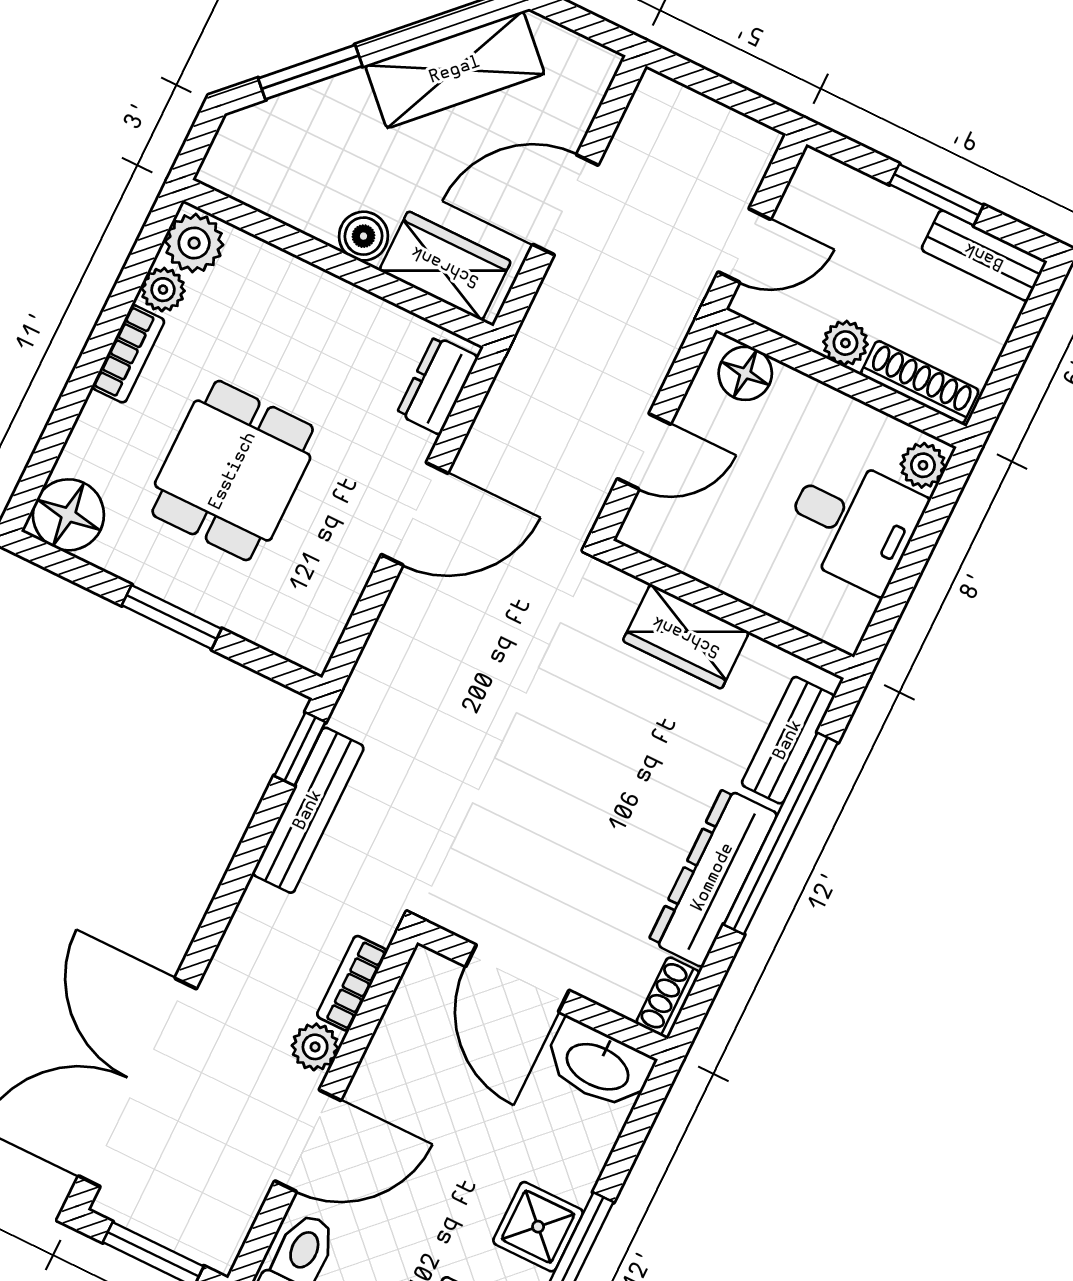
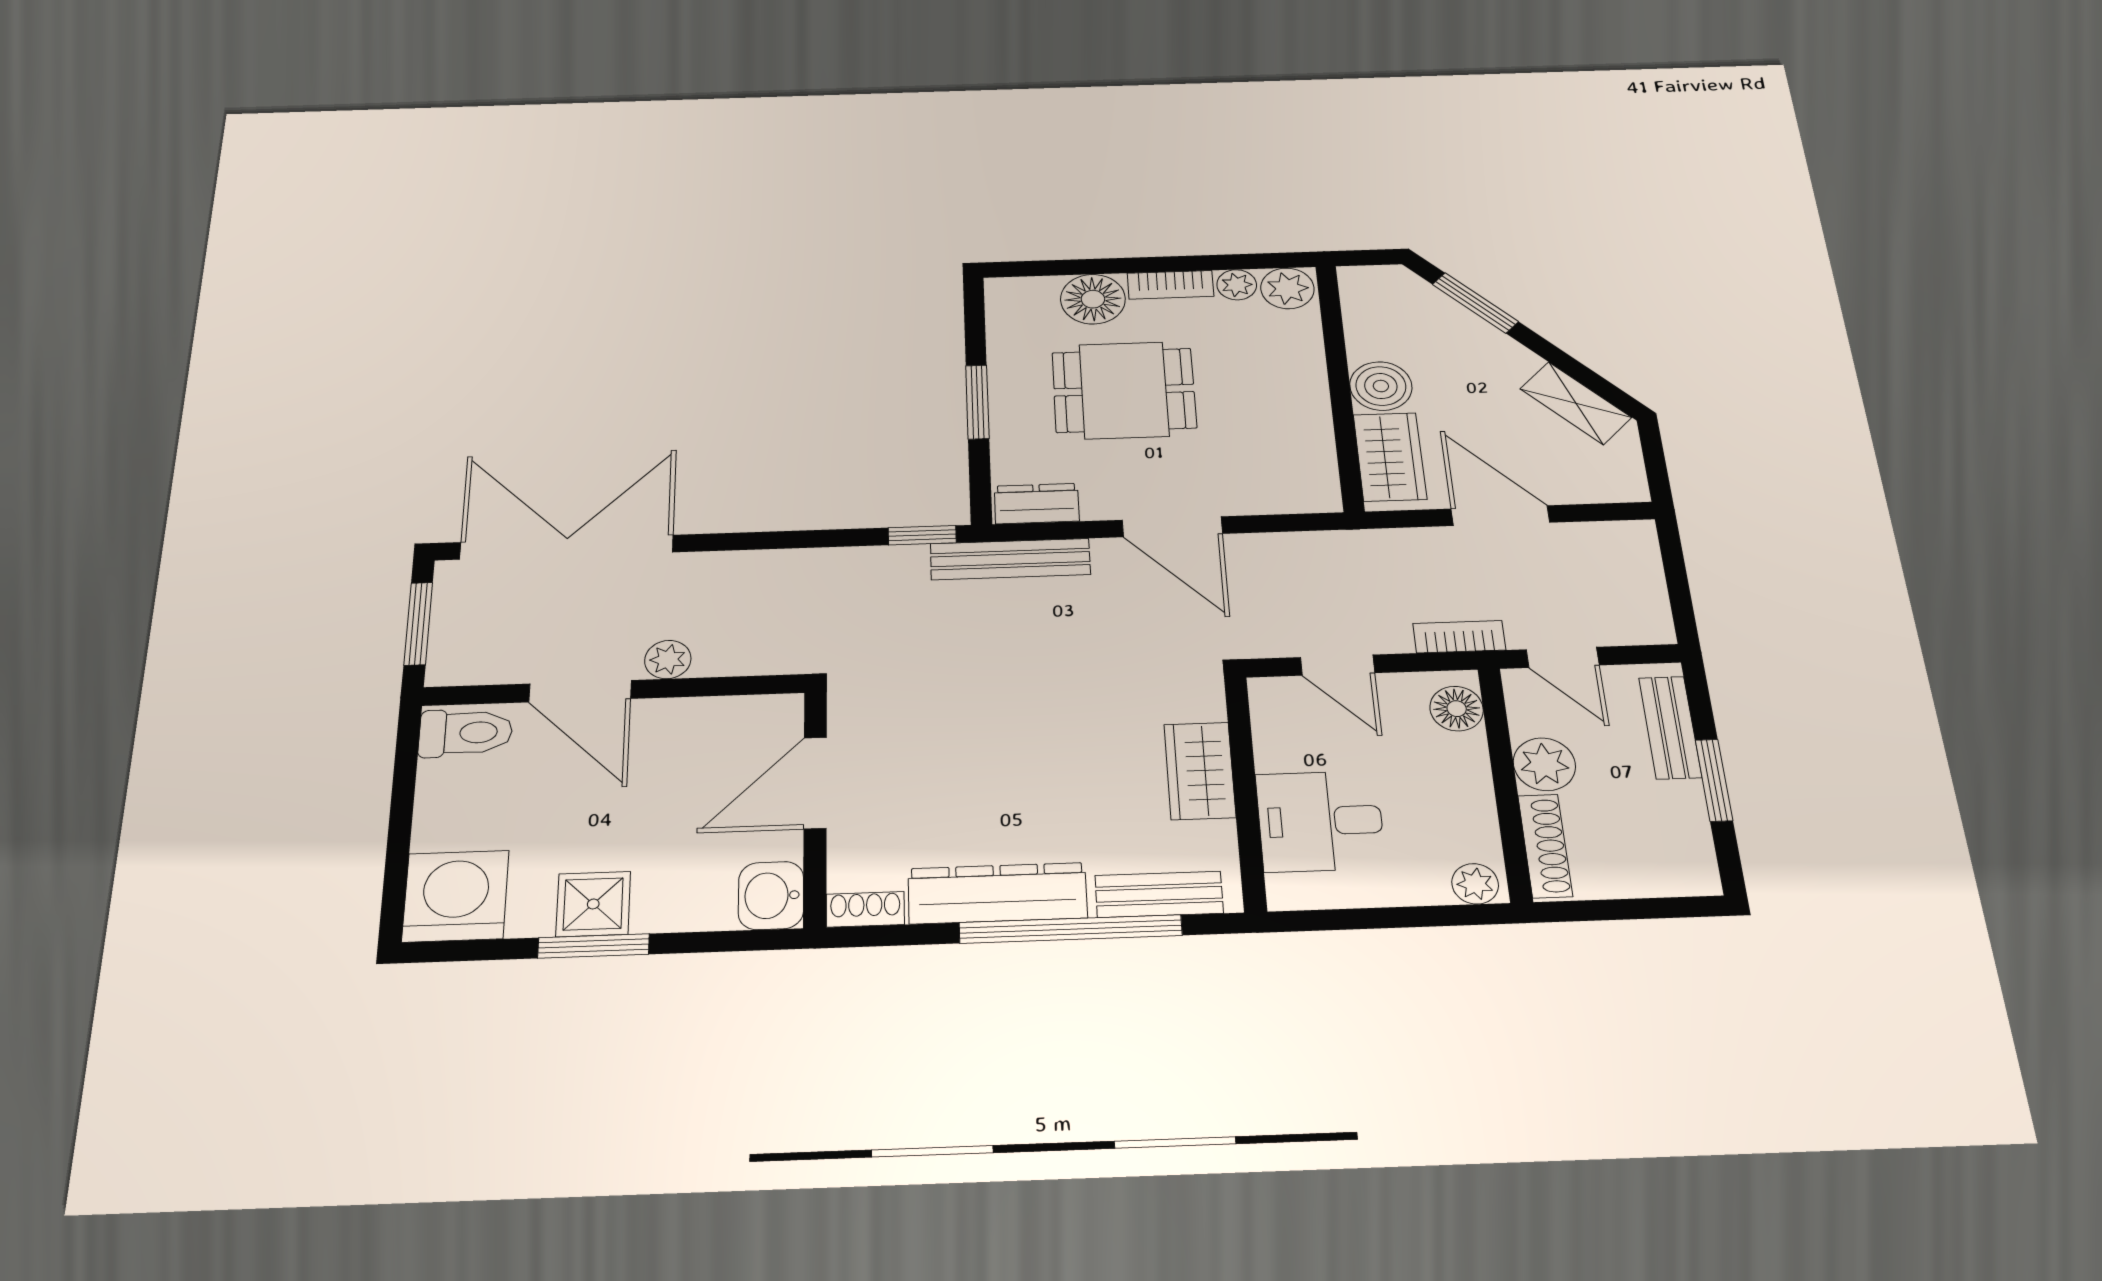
shelving: (455, 70) -> (1576, 403), width x0.67, depth x0.75
boiler: (363, 236) -> (1381, 386), width x1.36, depth x1.36
bench: (984, 256) -> (1670, 727), moved
plant: (845, 343) -> (1544, 764), width x1.38, depth x1.38
dresser: (437, 385) -> (1037, 504), moved
floor lamp: (68, 515) -> (1093, 299), moved
desk: (853, 523) -> (1320, 821), moved, turned 90
bench: (308, 810) -> (1010, 559), moved
bookcase: (352, 983) -> (1459, 637), moved
washbasin: (598, 1065) -> (771, 896), width x0.72

